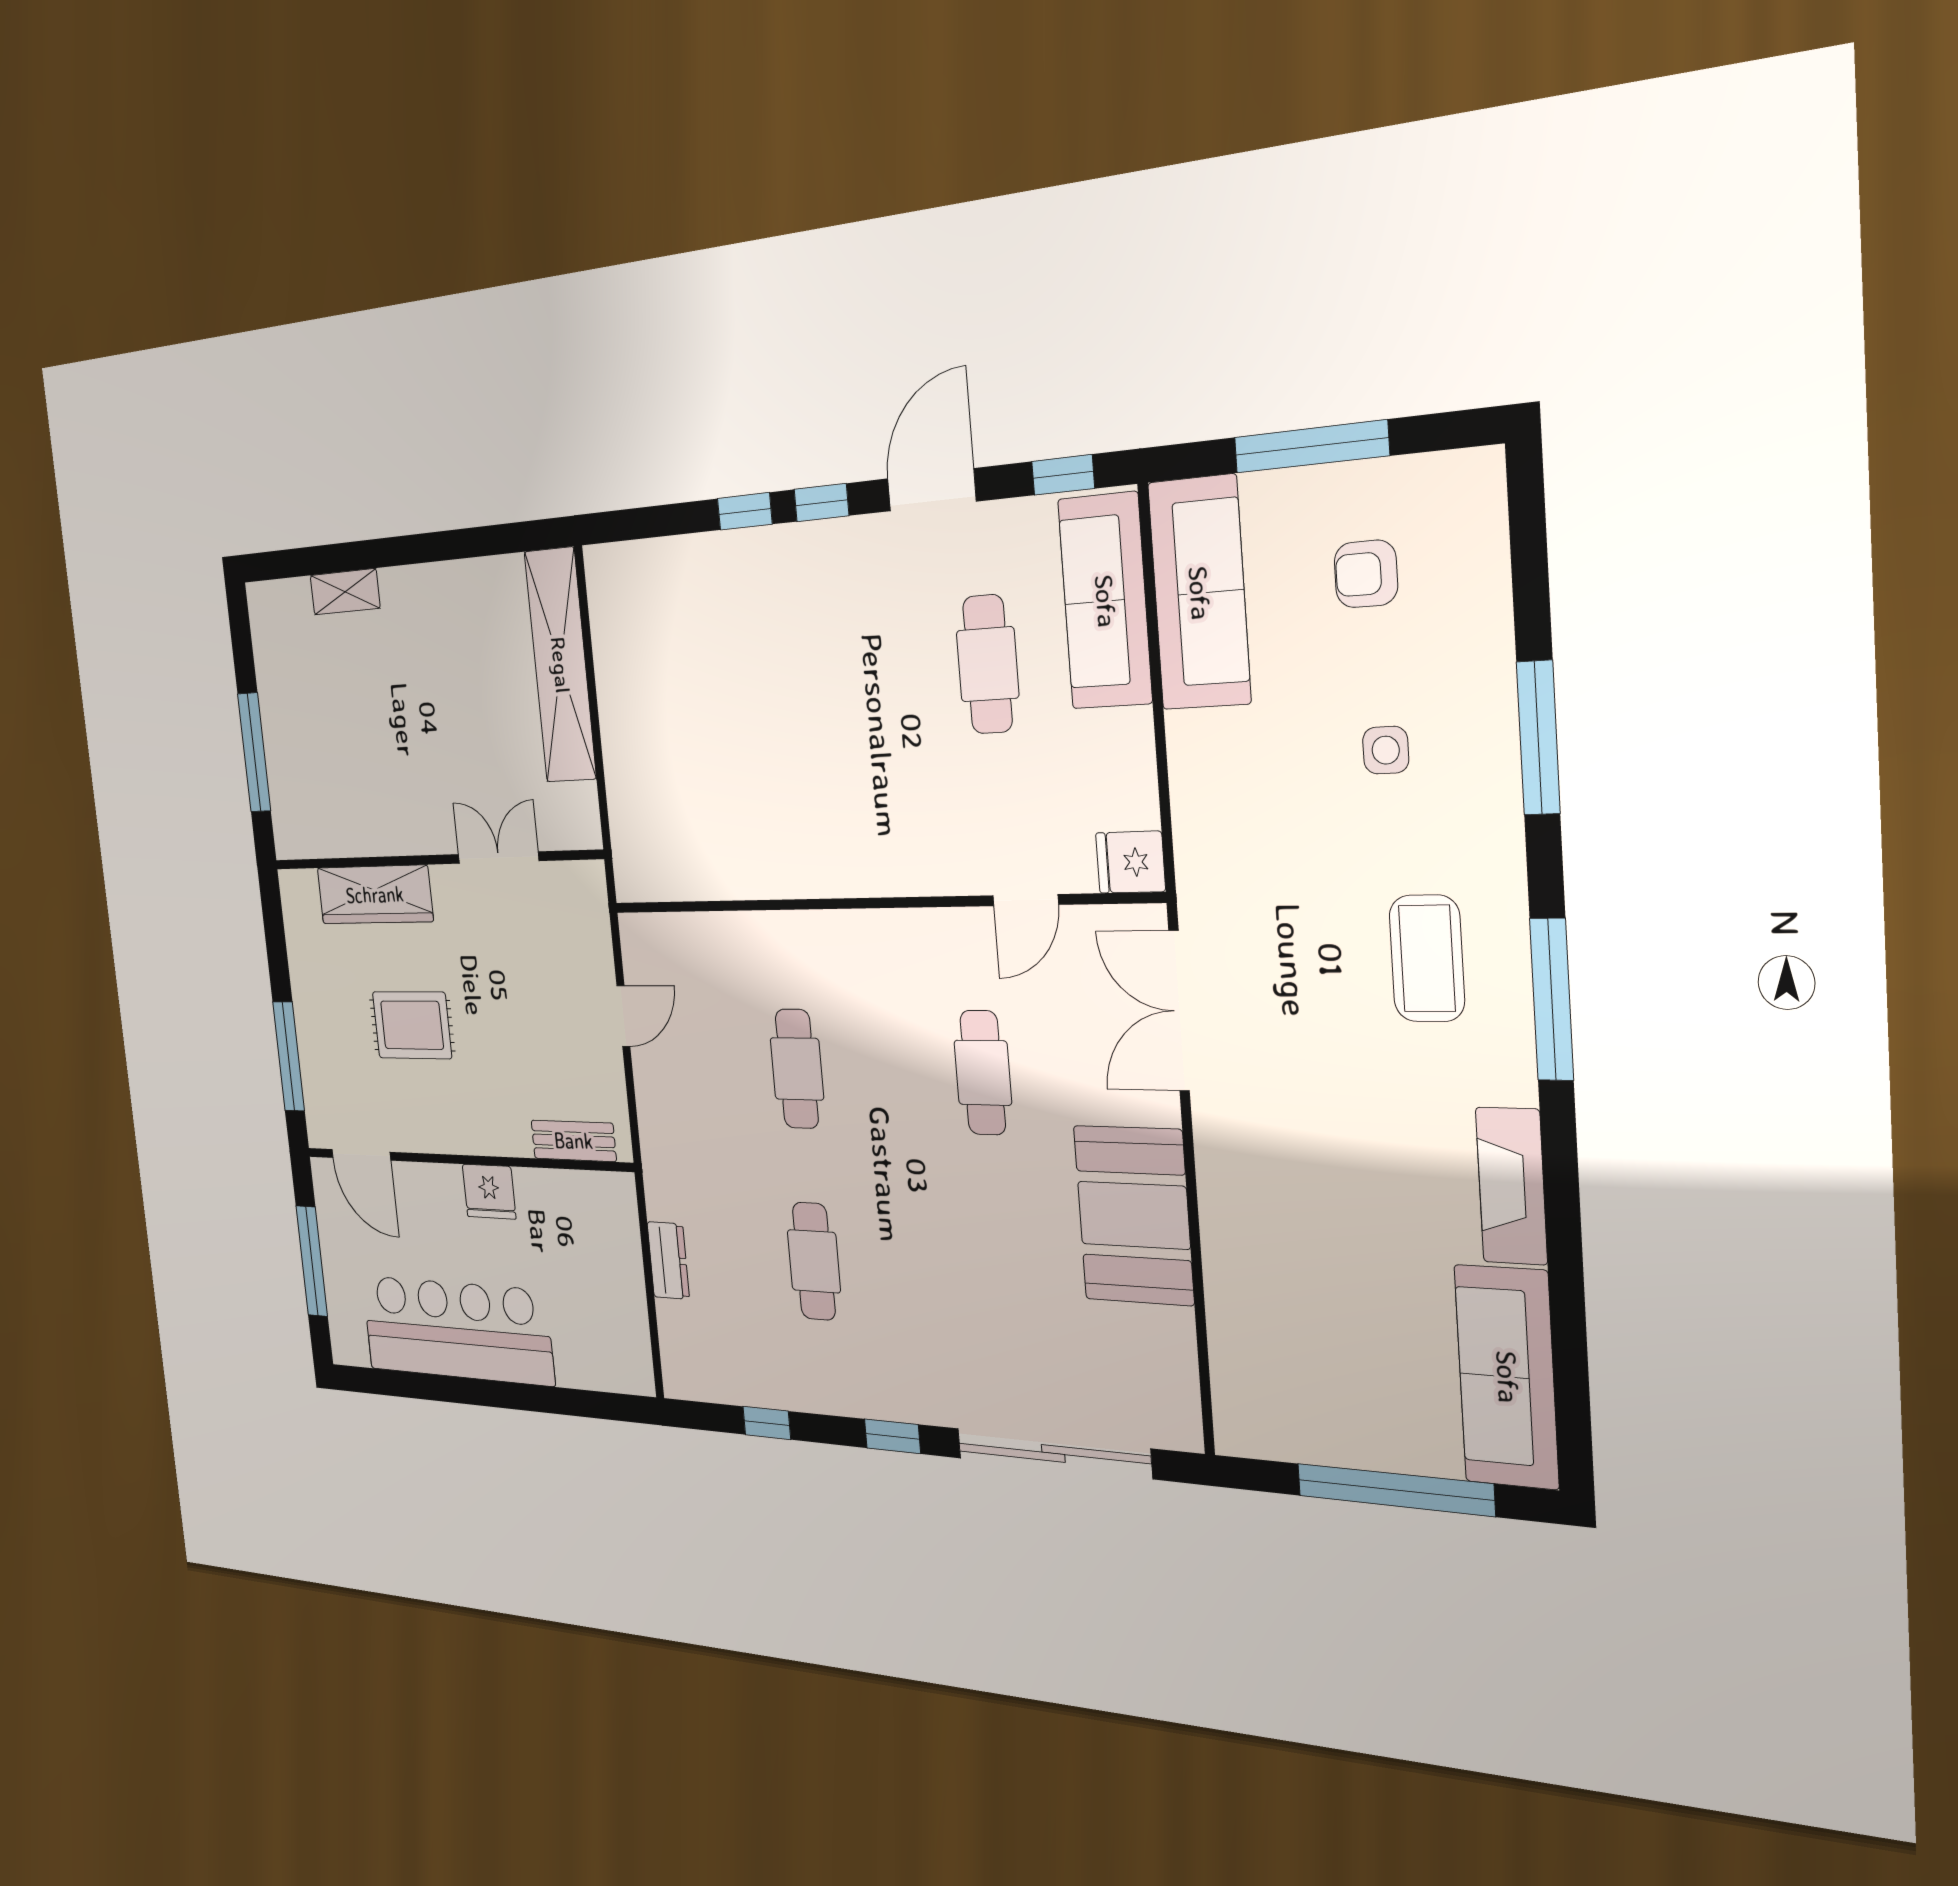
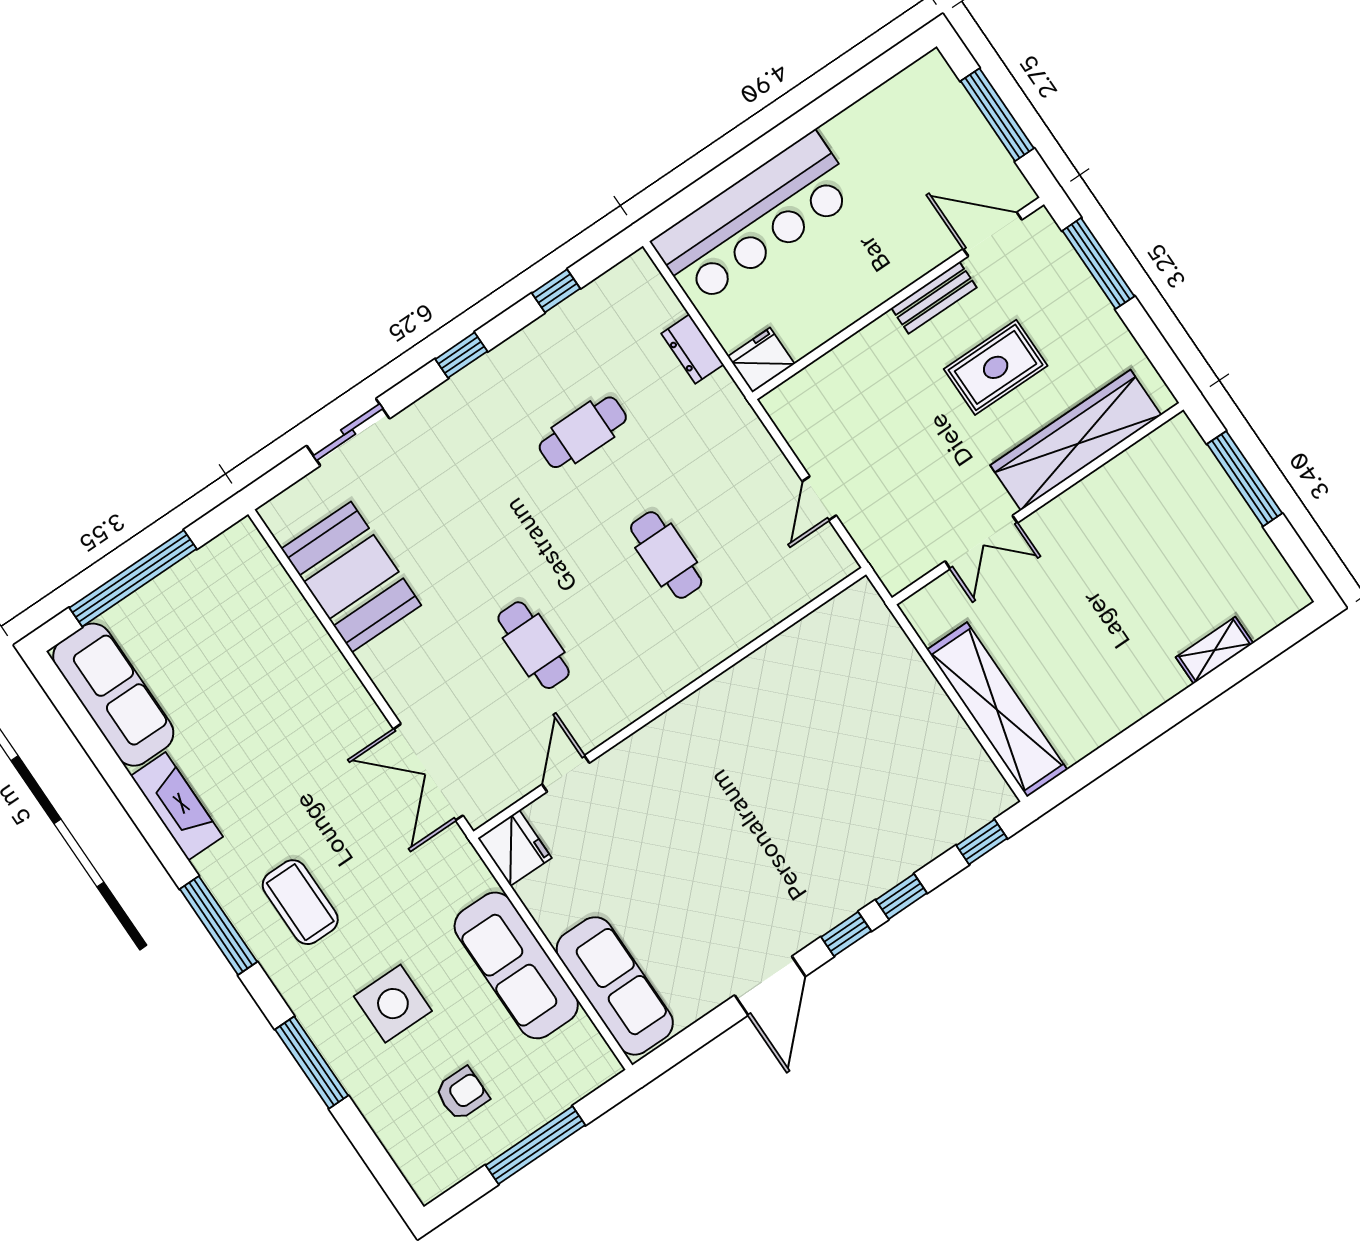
window: (1063, 475) -> (982, 842), moved
sofa: (1199, 593) -> (516, 965), moved
cafe table: (988, 664) -> (672, 902), removed
side table: (1386, 750) -> (393, 1004), width x1.87, depth x1.87
fridge: (1131, 862) -> (515, 848), width x1.38
wardrobe: (375, 895) -> (1076, 440), width x1.40, depth x1.17
double door: (1179, 1011) -> (428, 772), swing flipped
bench: (574, 1141) -> (934, 298), moved
fridge: (489, 1192) -> (761, 360), moved
booth: (1134, 1215) -> (351, 577), moved
cafe table: (814, 1261) -> (583, 432), turned 90
bar counter: (457, 1330) -> (755, 219), moved
sliding door: (1053, 1453) -> (348, 432), width x0.54

